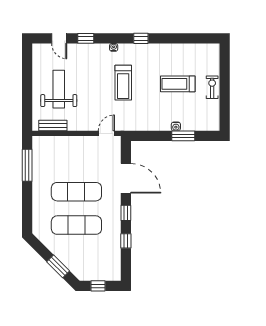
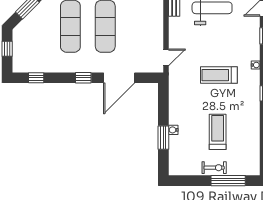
window: (225, 74) -> (228, 181), added
door: (106, 133) -> (166, 57), hinge flipped
window: (126, 241) -> (36, 78), moved

